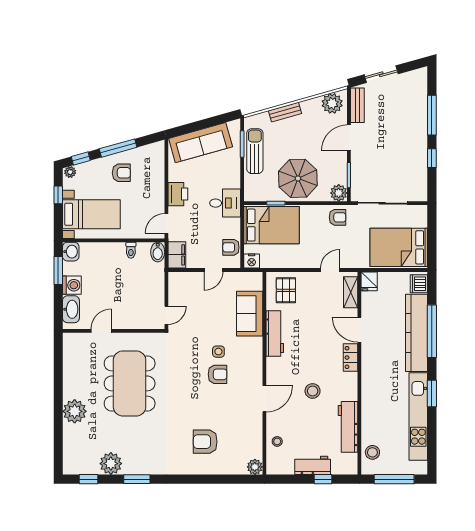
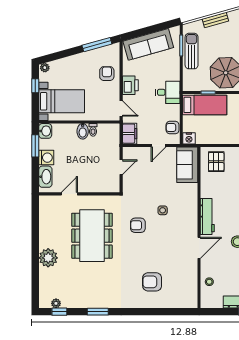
window: (118, 148) -> (97, 45), moved
window: (81, 158) -> (53, 57), removed
armchair: (121, 173) -> (107, 74), moved, turned -90
door: (166, 223) -> (121, 108), swing flipped
bed: (271, 225) -> (205, 105), width x0.67
bidet: (158, 252) -> (83, 131), moved
sofa: (250, 314) -> (187, 165), moved
door: (166, 315) -> (121, 167), moved
workbench: (275, 333) -> (207, 217), moved
armchair: (218, 374) -> (138, 225), moved, turned 180
plant: (111, 464) -> (56, 303), moved, width x0.53, depth x0.53
plant: (255, 467) -> (191, 302), removed

